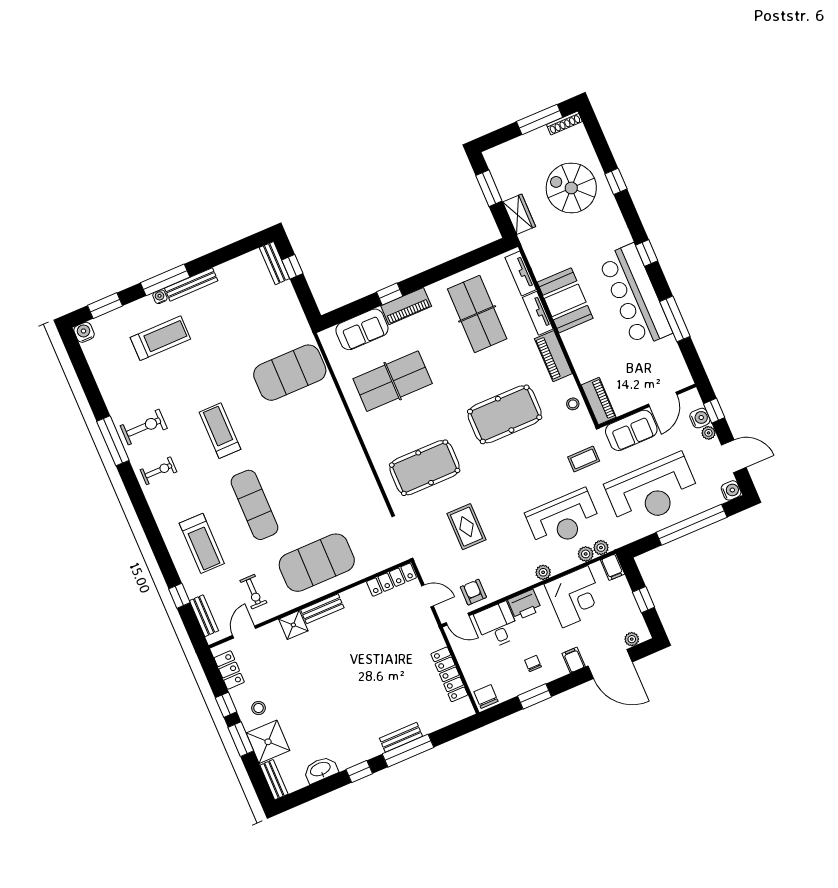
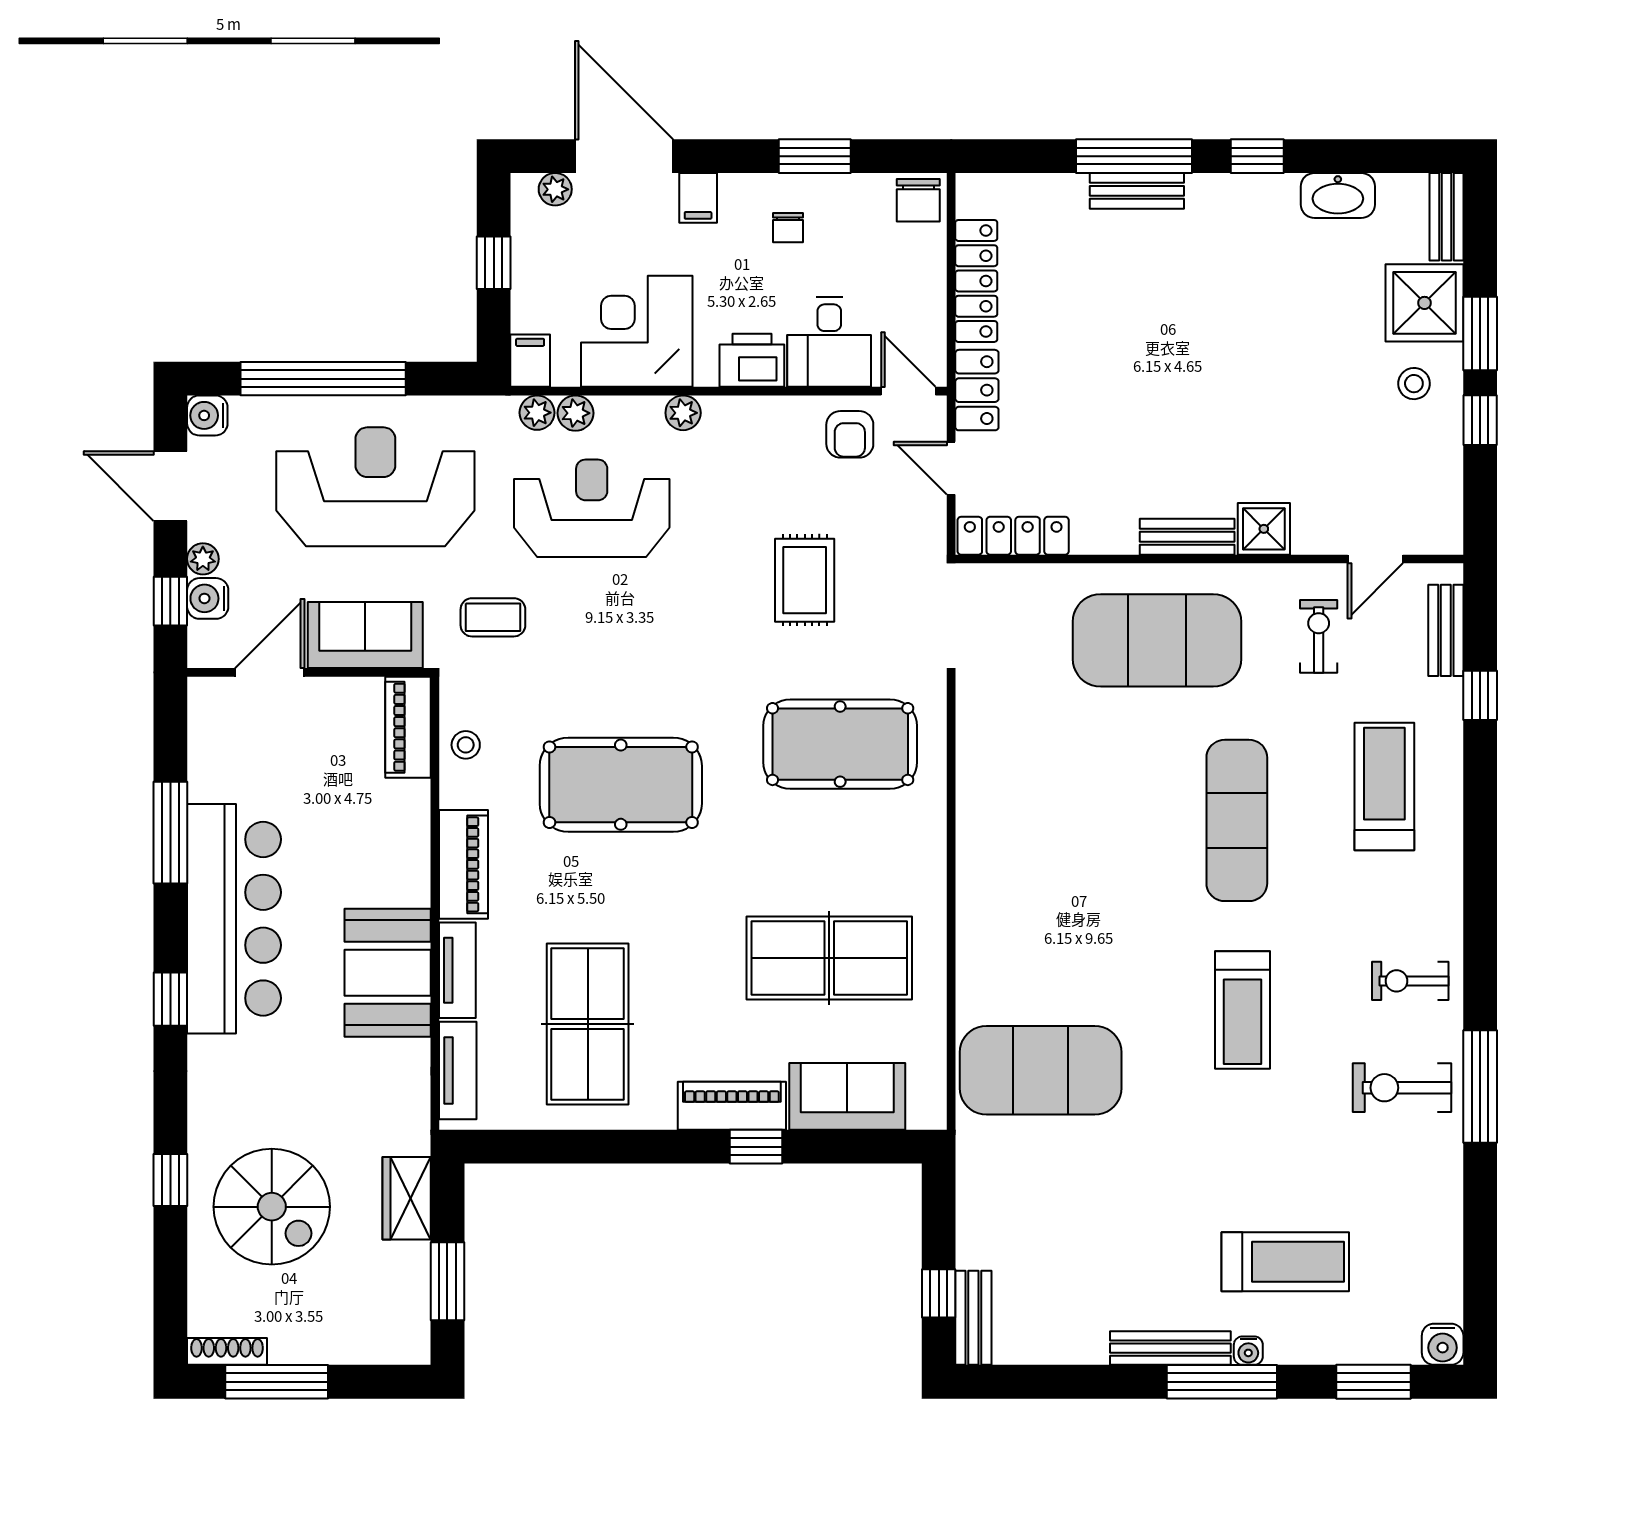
treadmill: (160, 338) -> (1285, 1262), turned 180
locker: (229, 670) -> (977, 390), moved, turned 180

